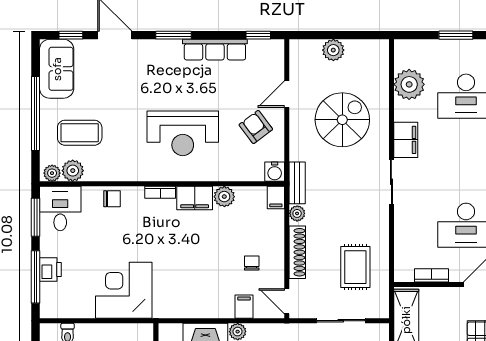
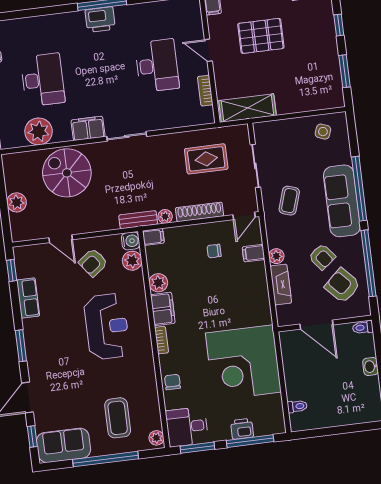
row of seats: (215, 50) -> (28, 298), width x0.68
spiral stairs: (342, 120) -> (67, 173), moved
plant: (73, 171) -> (132, 261), moved
corner desk: (124, 290) -> (243, 363), width x1.36, depth x1.36

